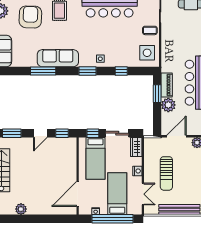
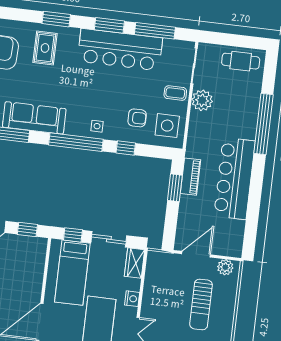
armchair: (126, 50) -> (137, 118), added
window: (87, 71) -> (76, 142), width x2.11
plant: (168, 105) -> (202, 100), moved
sun lounger: (166, 173) -> (201, 304), moved

